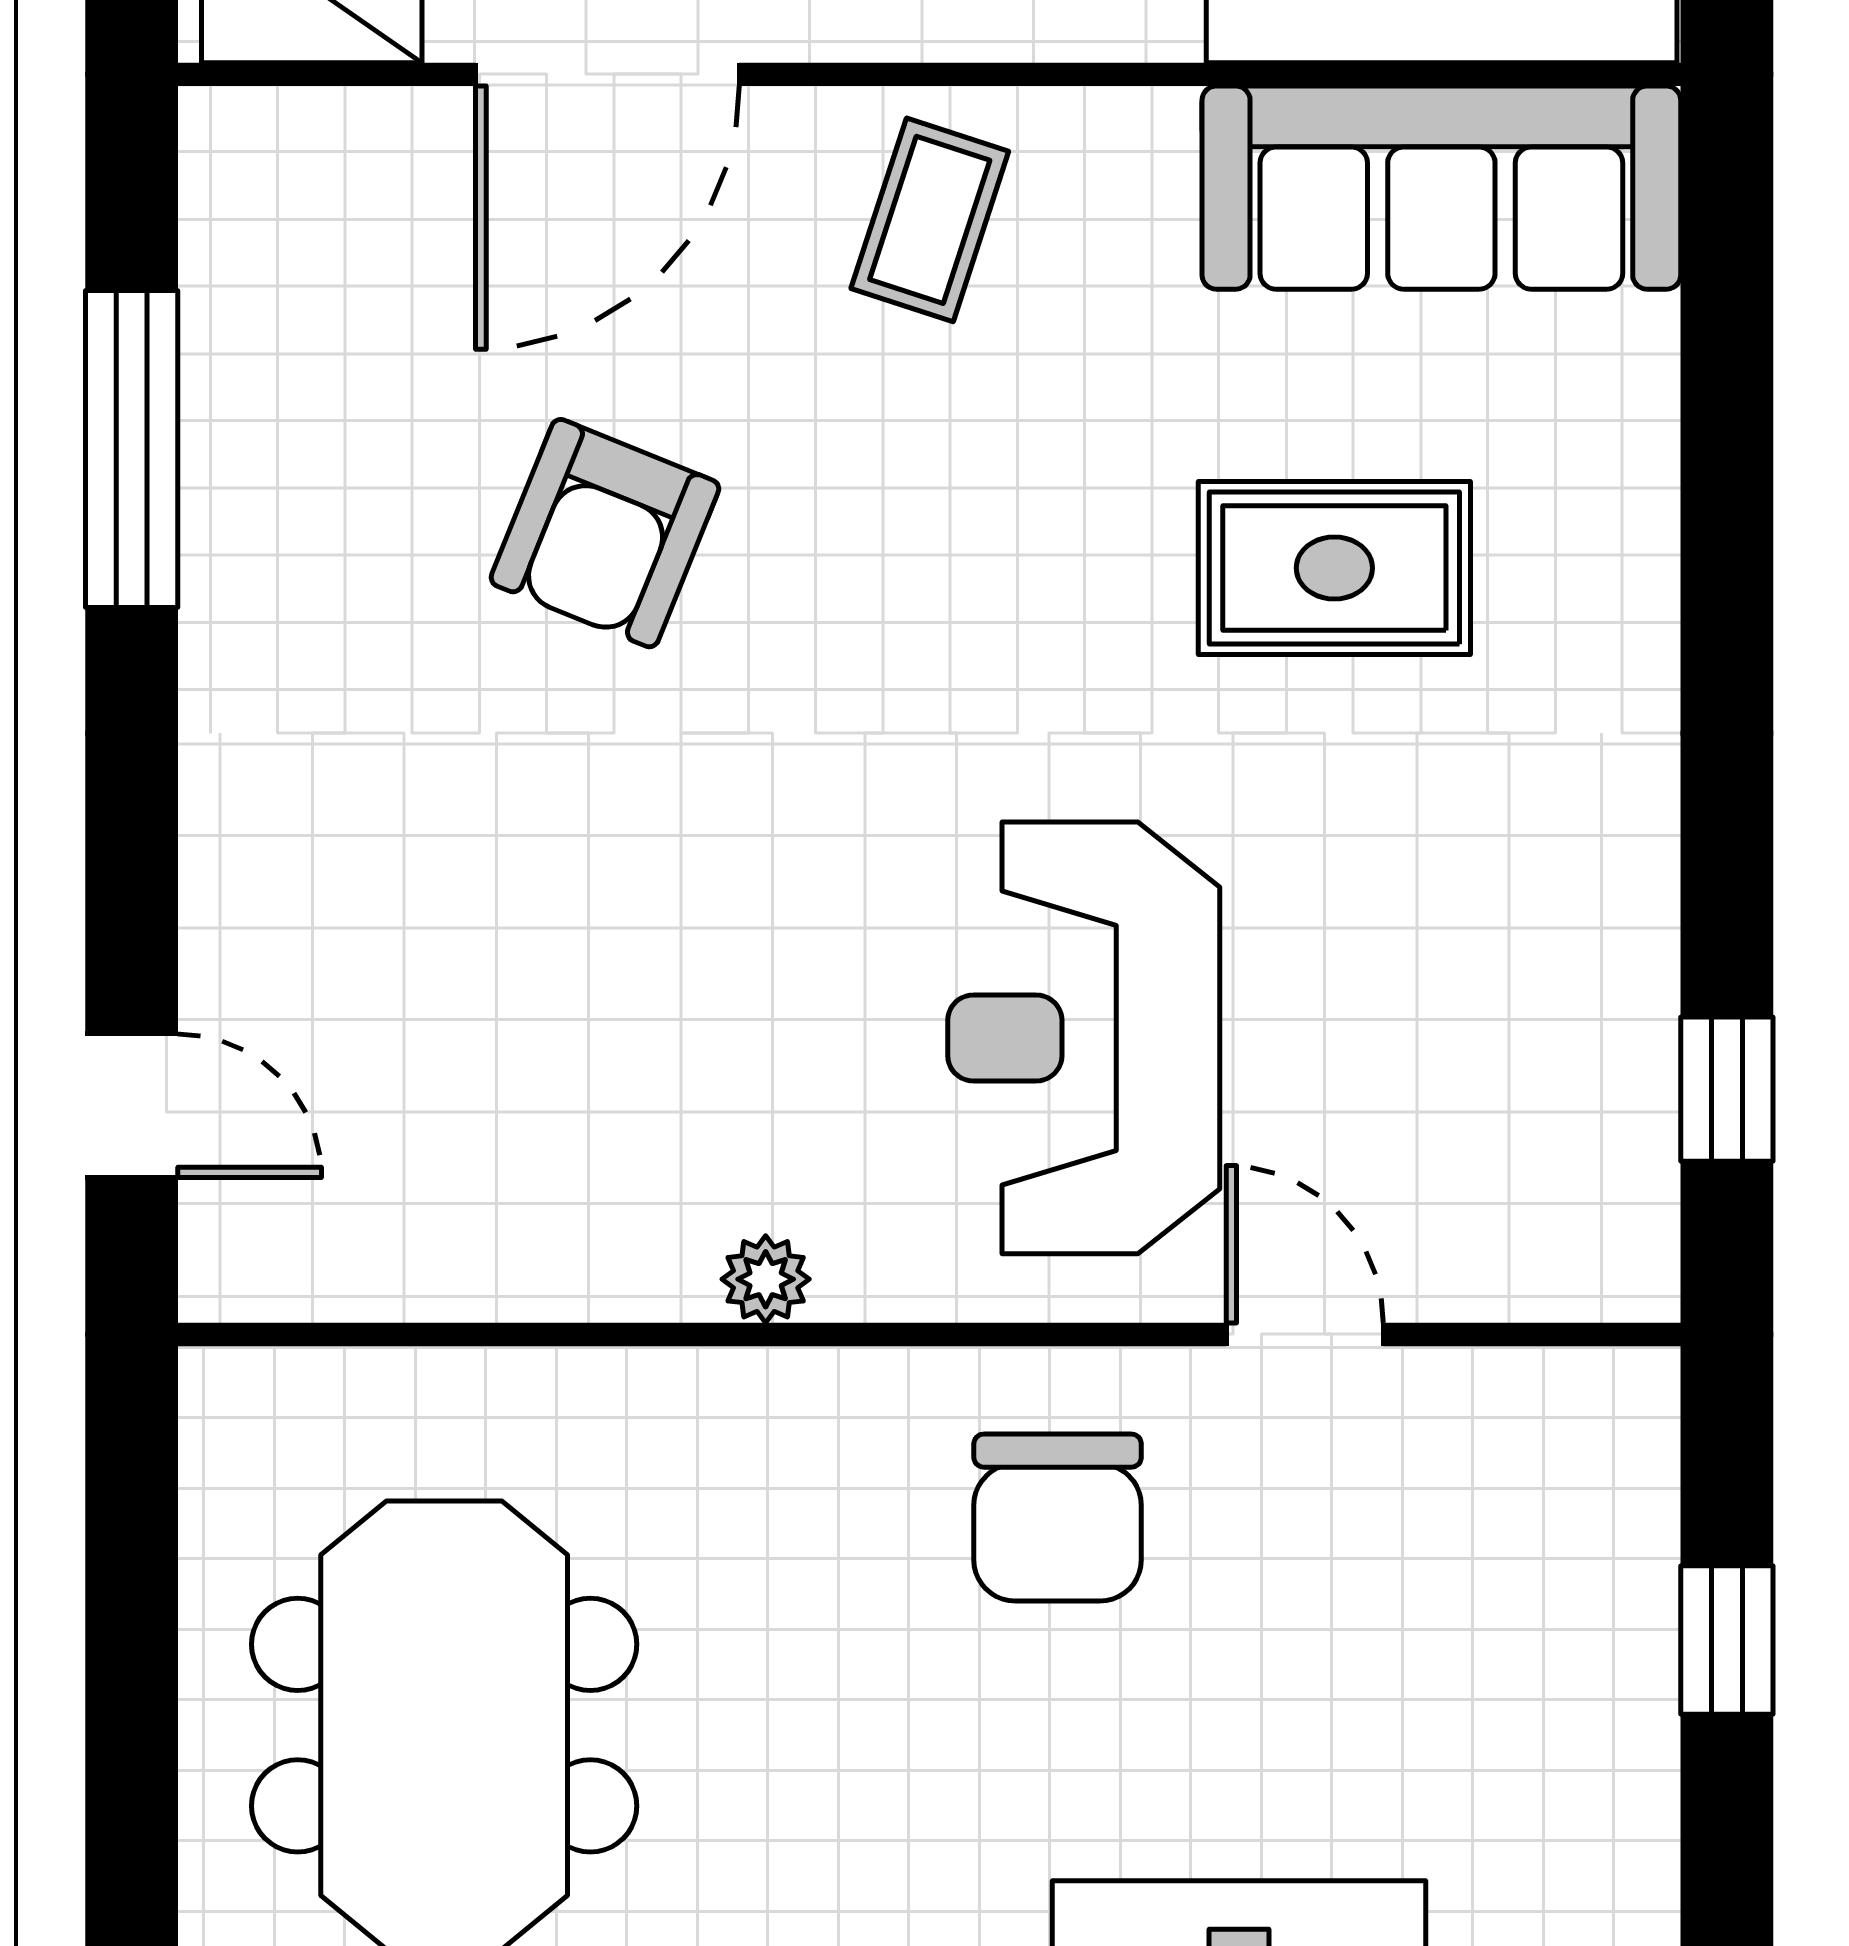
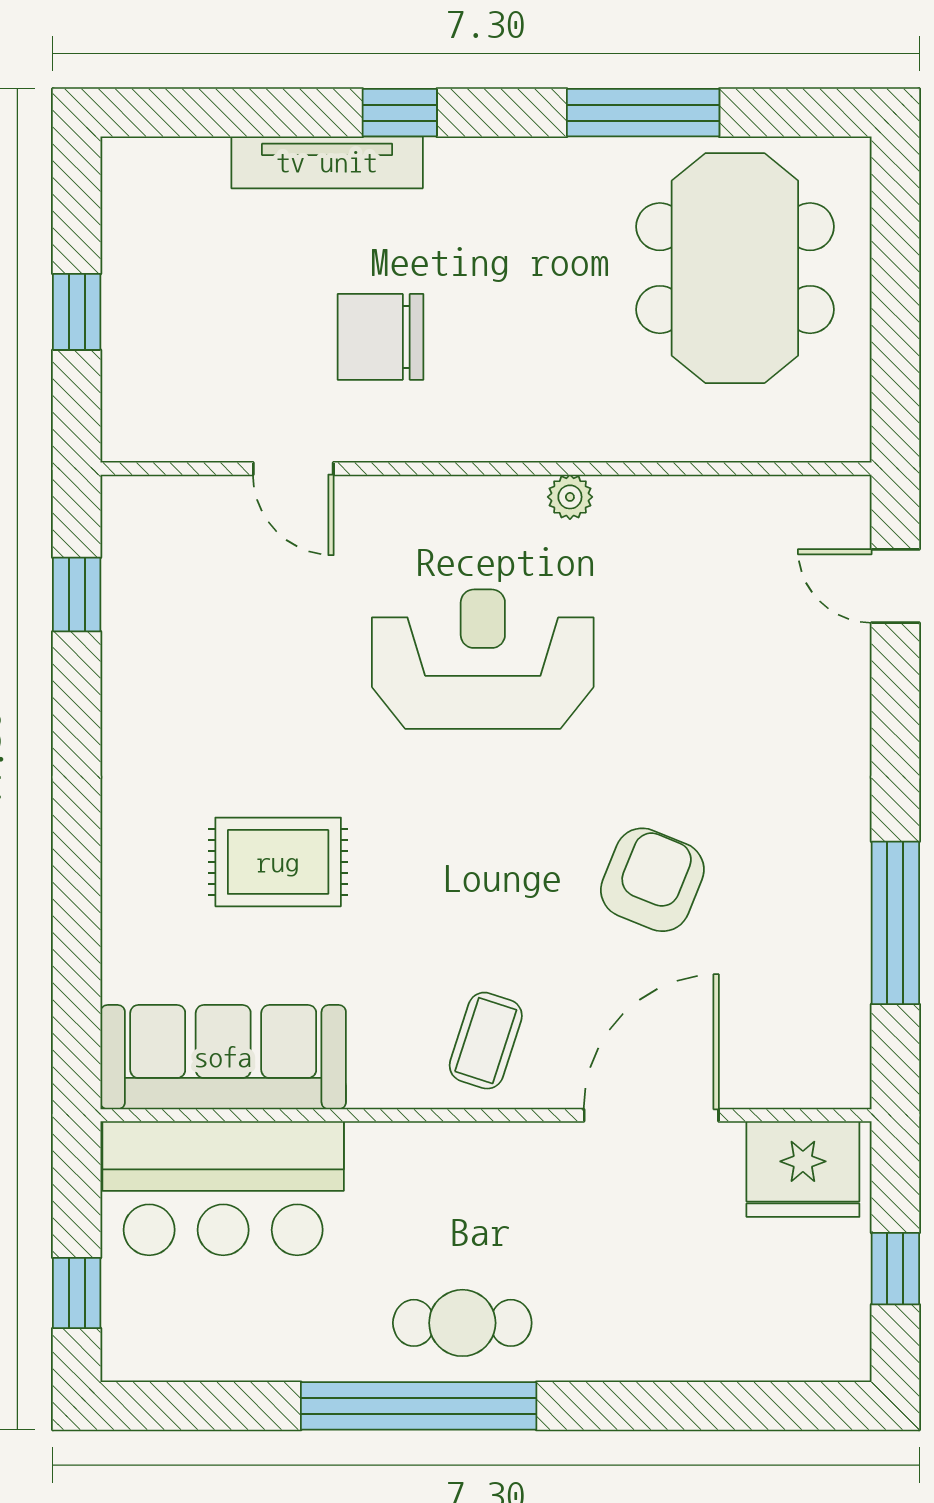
reception desk: (1084, 1038) -> (483, 659), moved, turned -90
chair: (1058, 1517) -> (380, 337), moved, turned -90

